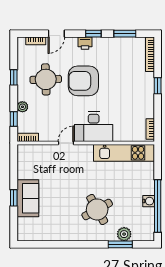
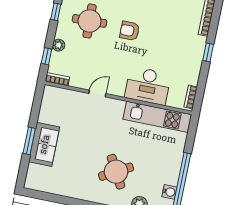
armchair: (83, 81) -> (130, 31), width x0.53, depth x0.53
desk: (94, 127) -> (148, 86), moved
window: (14, 198) -> (29, 141), width x1.50
water cooler: (149, 201) -> (169, 192), moved

